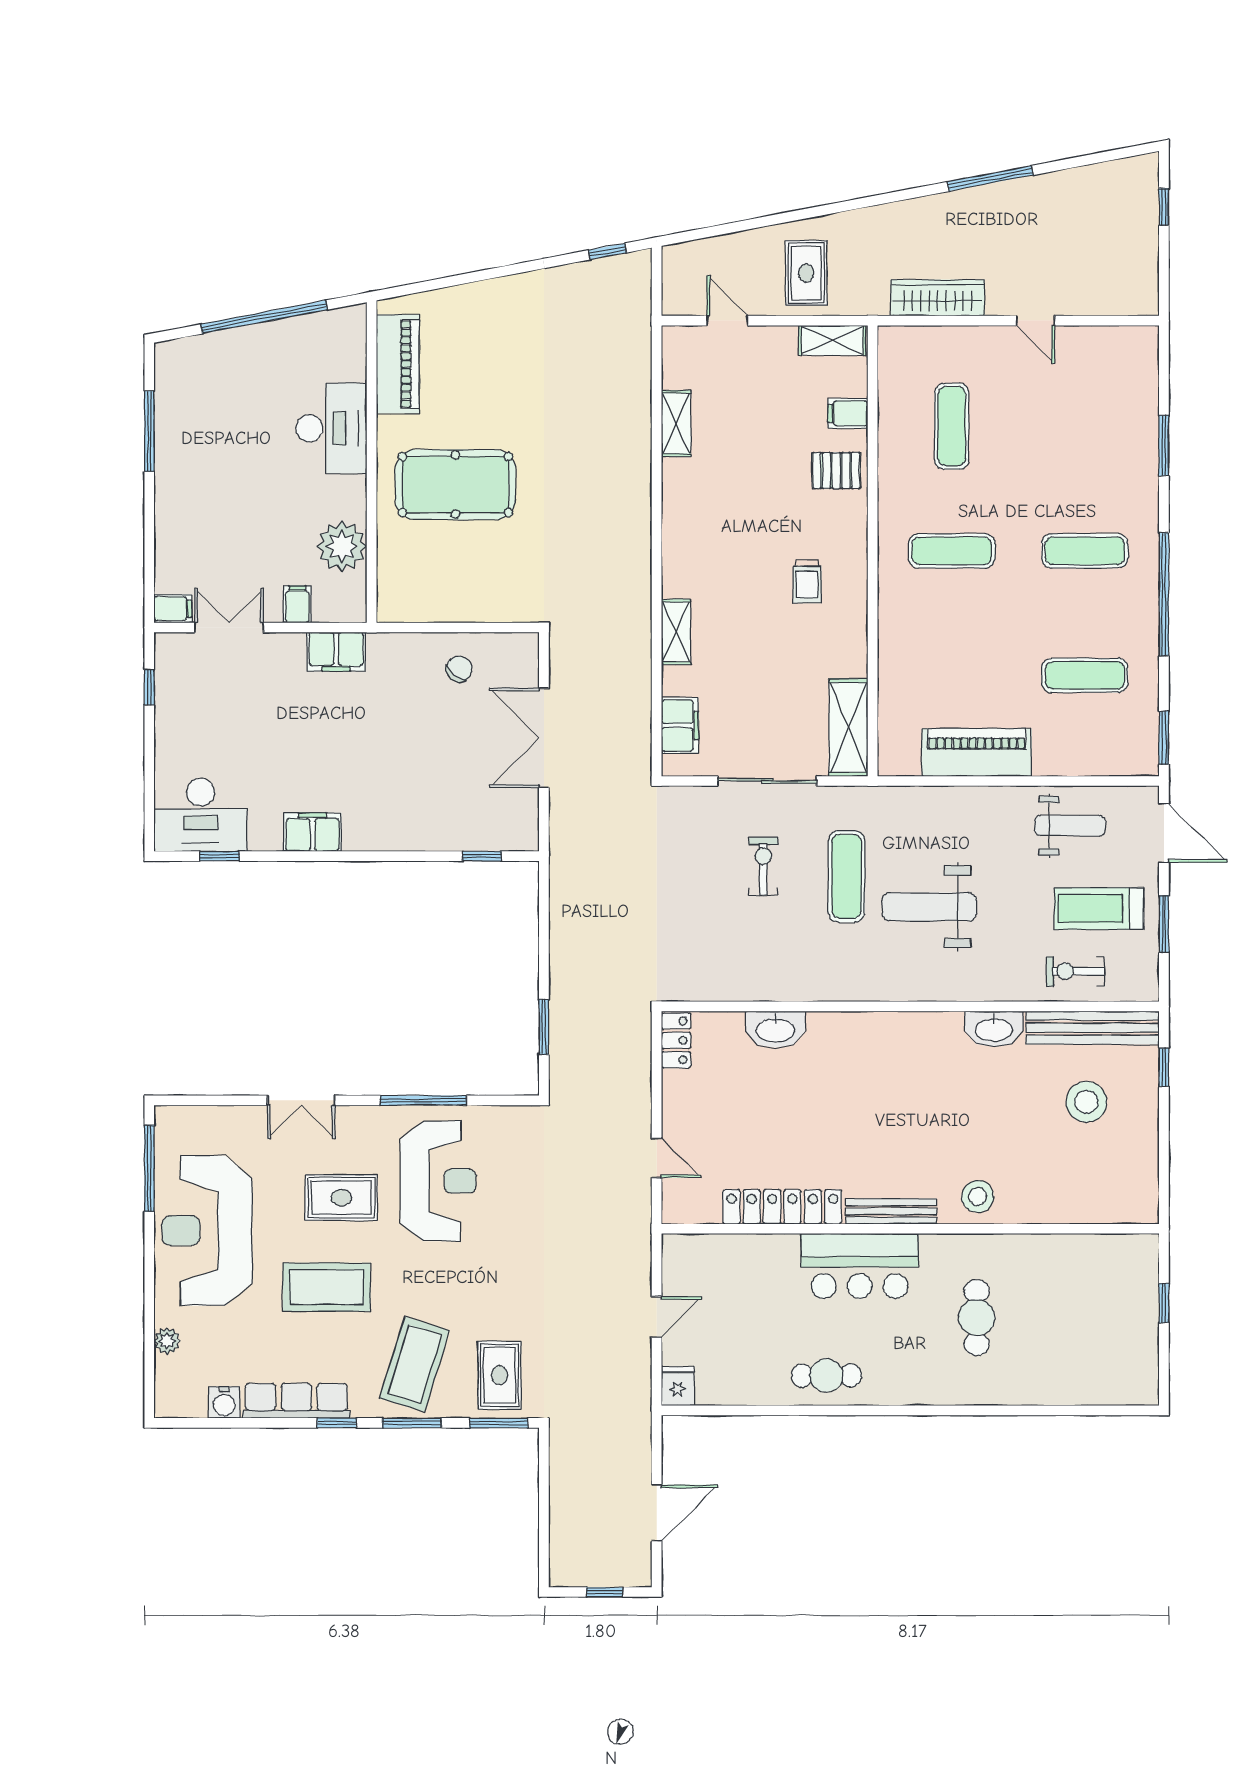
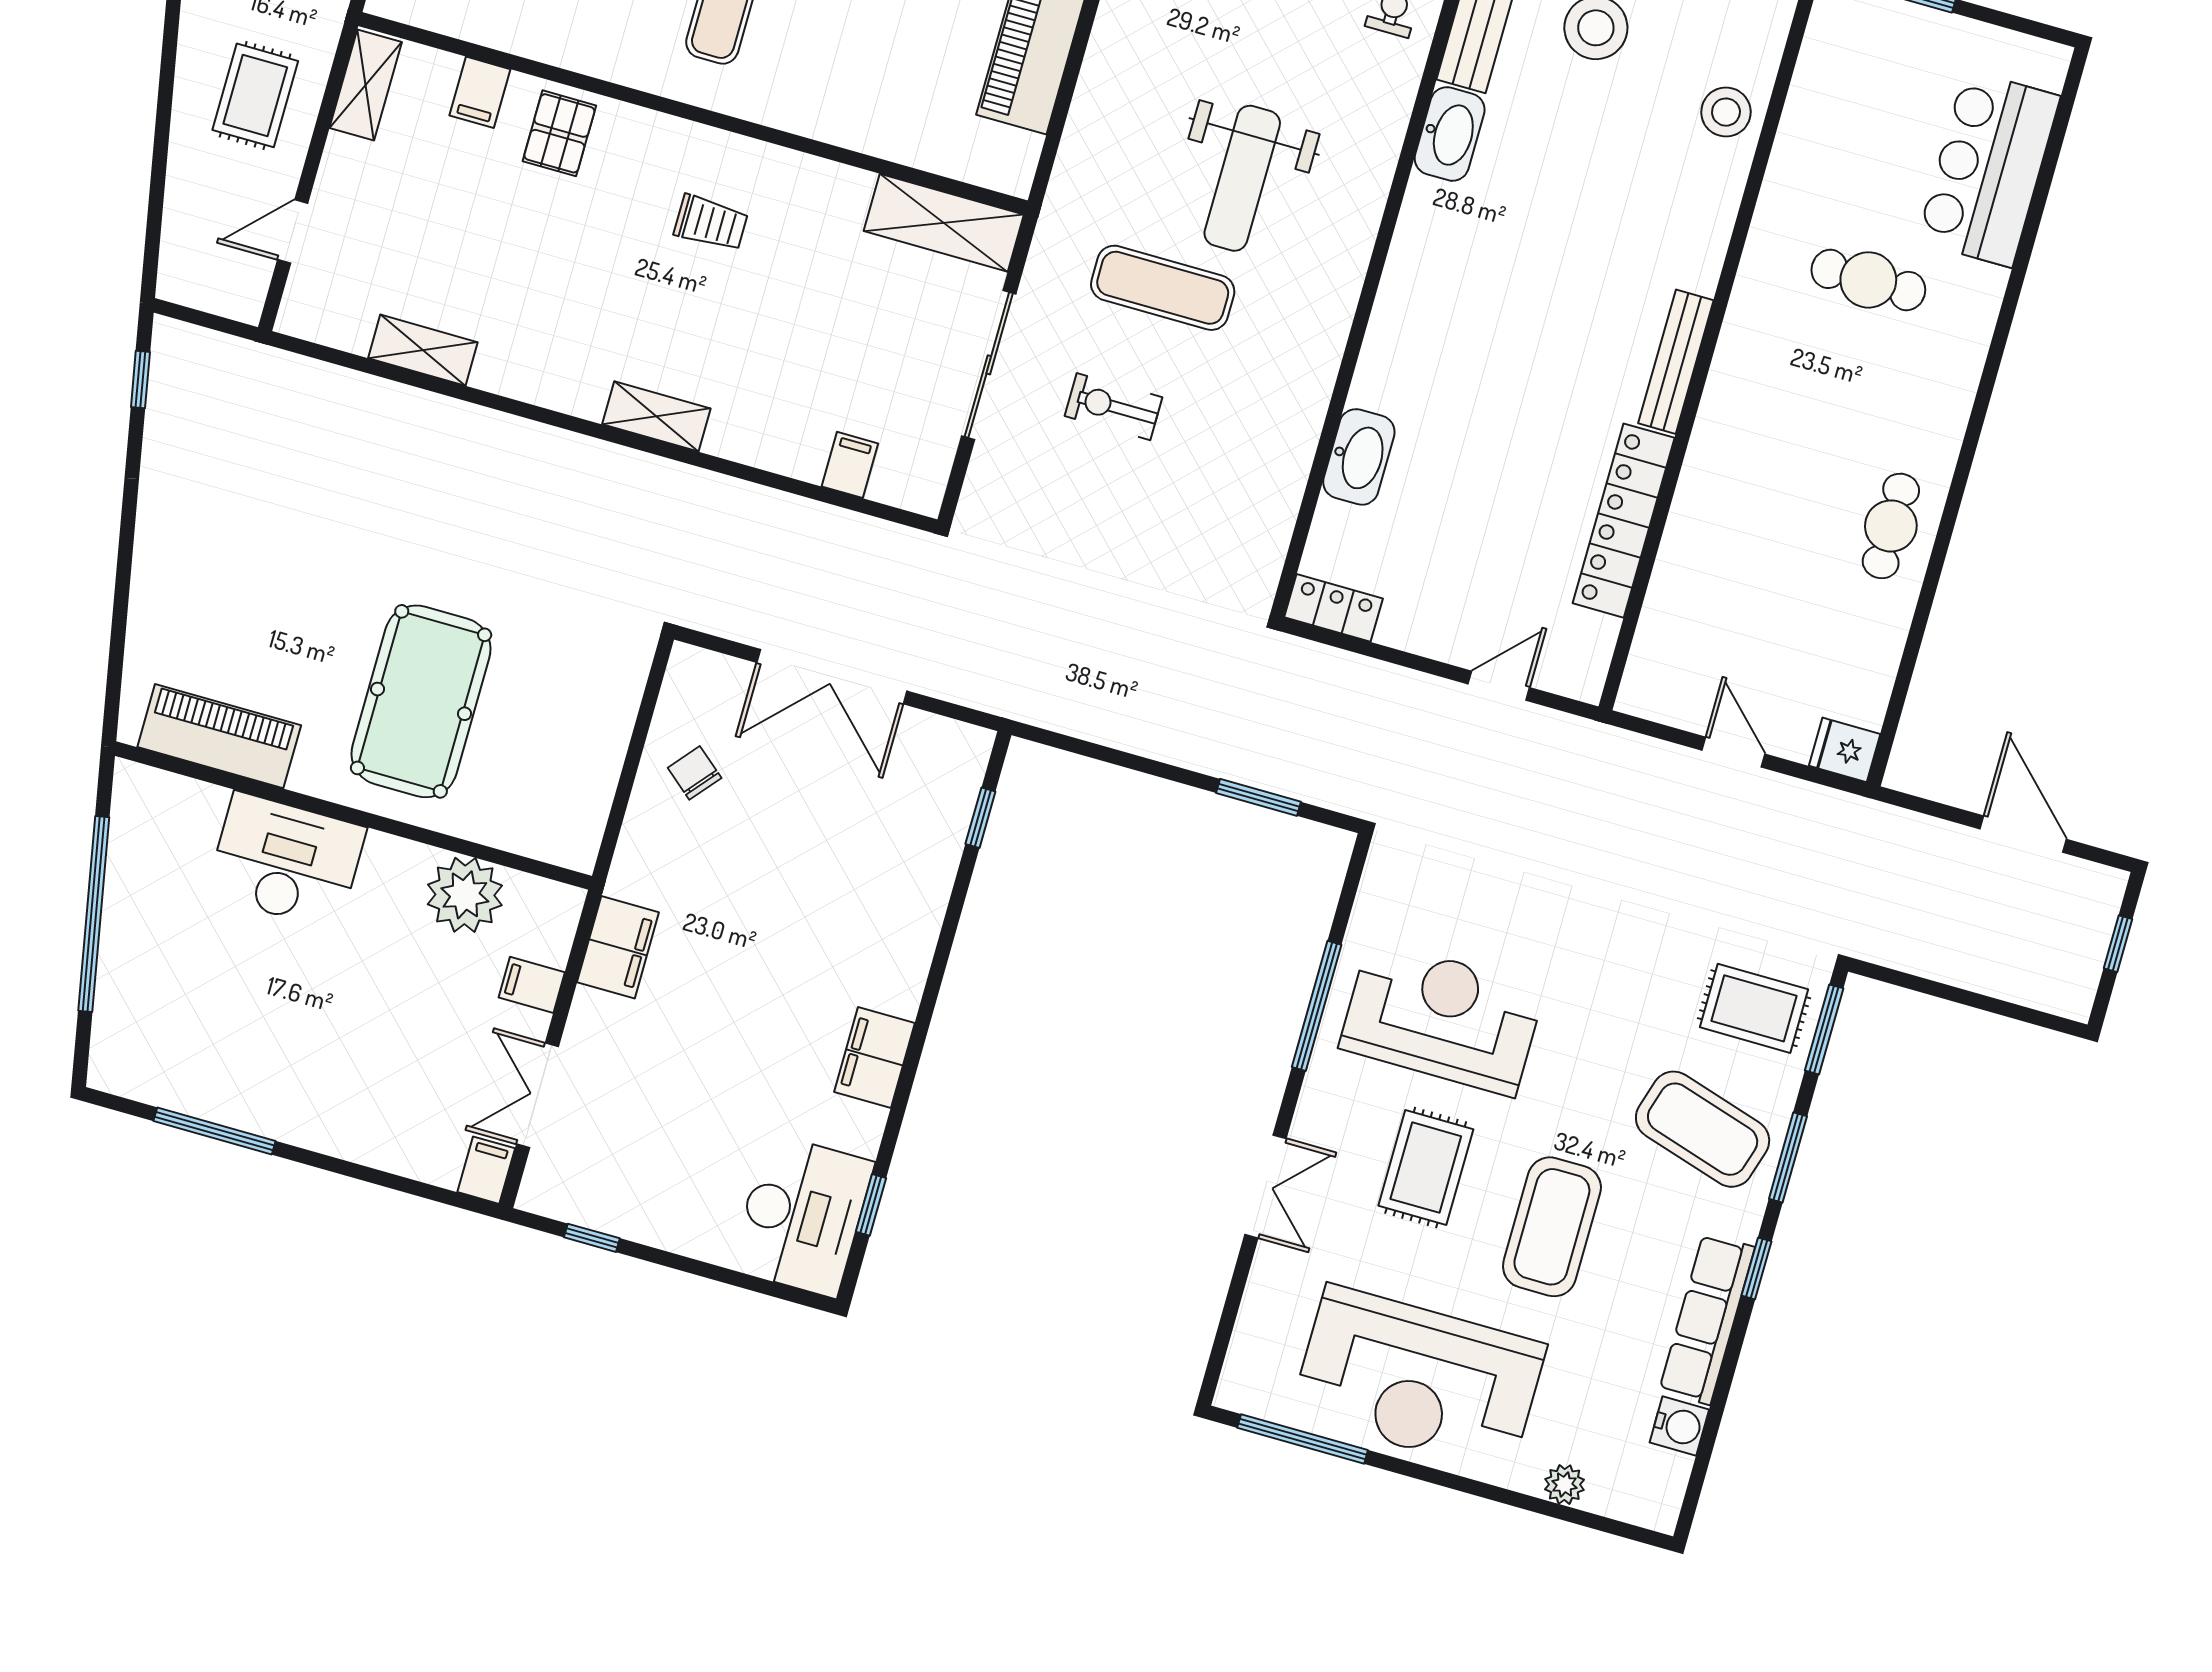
rug: (806, 273) -> (255, 95), turned 90
shelving: (676, 632) -> (656, 416), moved
filing cabinet: (680, 726) -> (850, 465), width x0.50
stool: (978, 1196) -> (1726, 112), moved
bar counter: (860, 1266) -> (1988, 169), moved, turned 180

